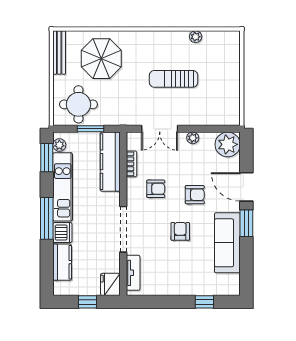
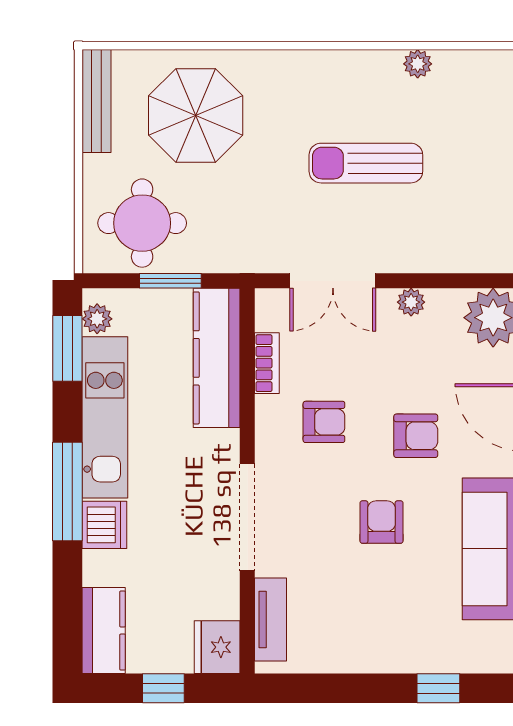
kitchen counter: (62, 262) -> (104, 631), moved

